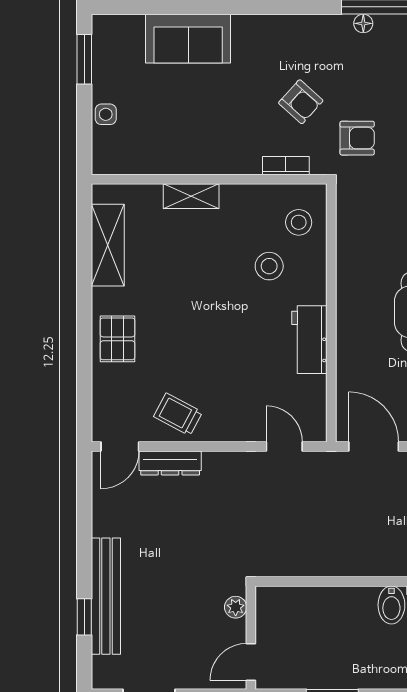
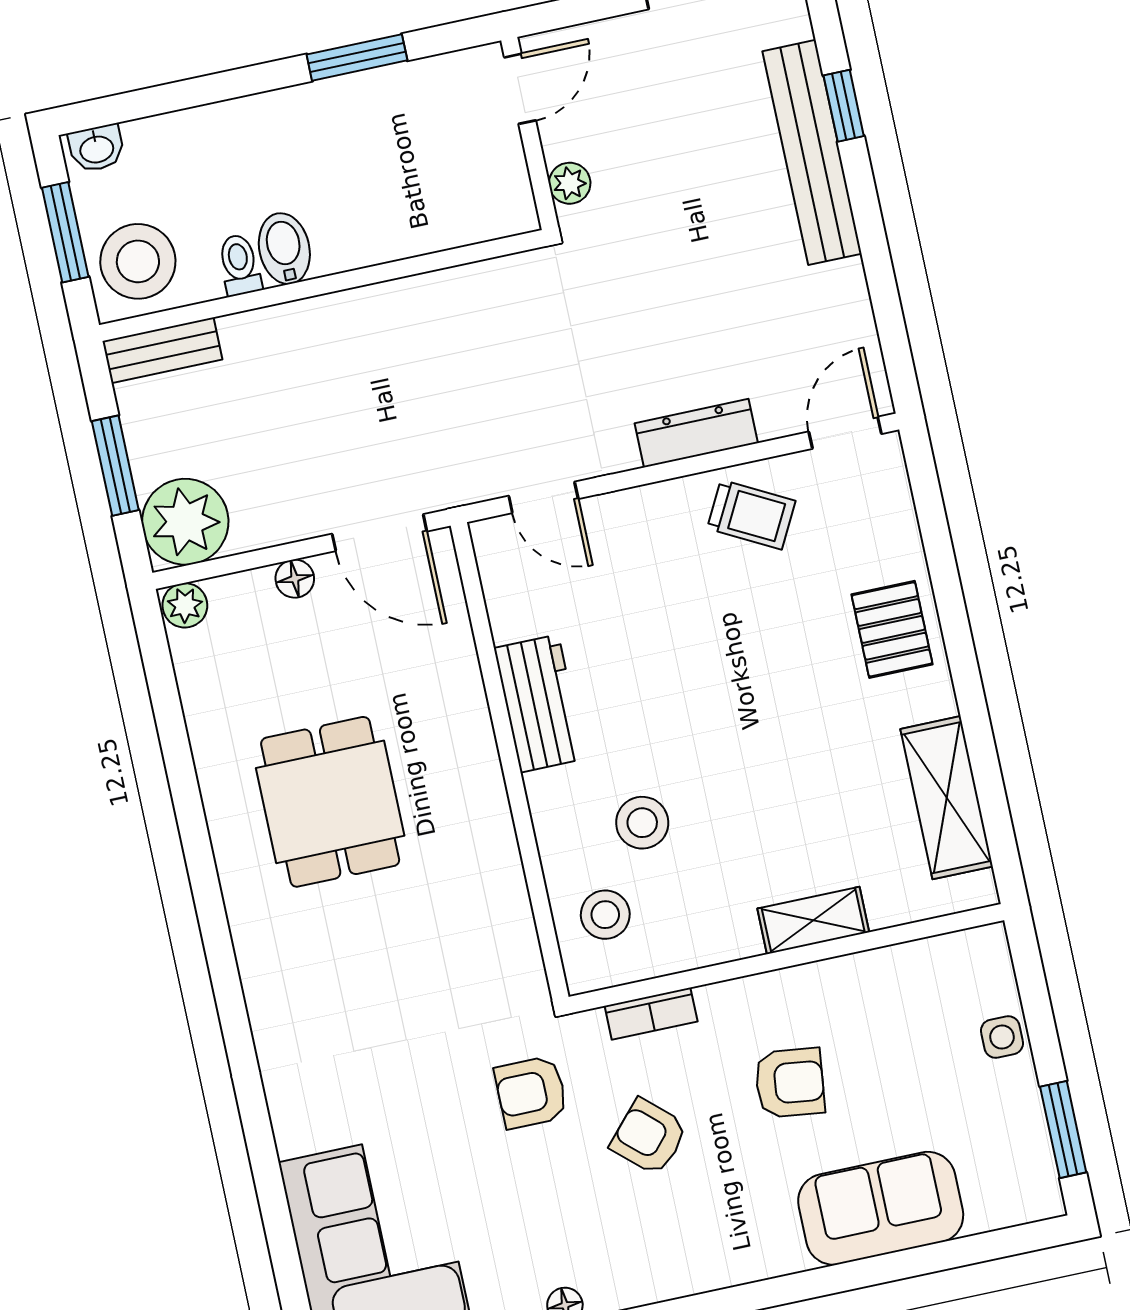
armchair: (221, 114) -> (790, 1083), added
dresser: (170, 463) -> (696, 433), moved

